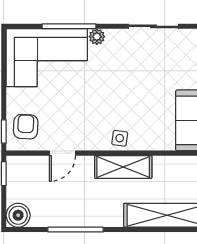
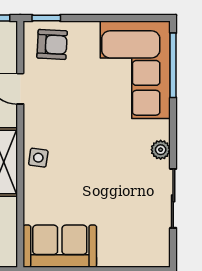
window: (69, 26) -> (173, 65), moved
plant: (97, 37) -> (161, 150), moved

